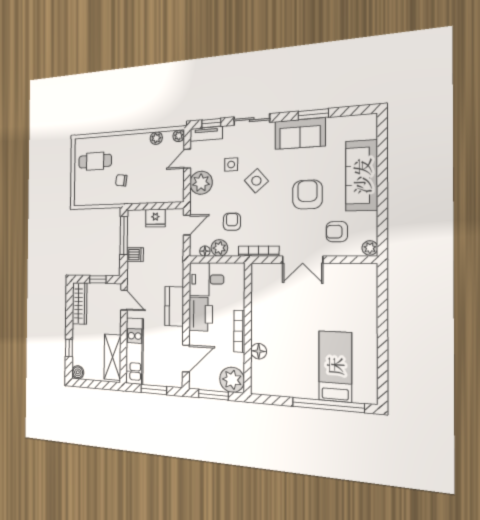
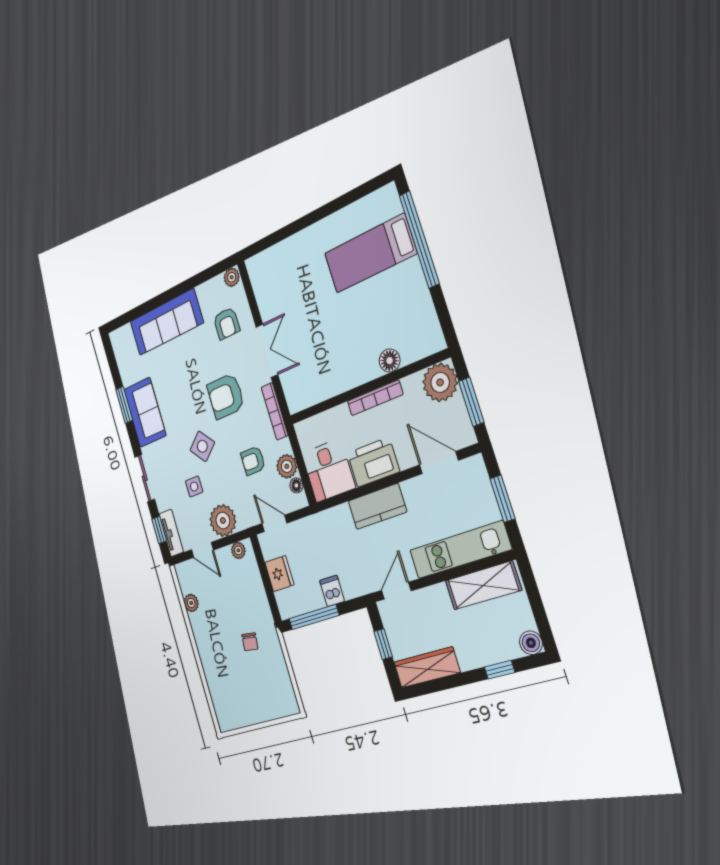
plant: (179, 136) -> (238, 550), moved
cafe table: (95, 161) -> (238, 691), removed
armchair: (307, 195) -> (226, 396), moved

